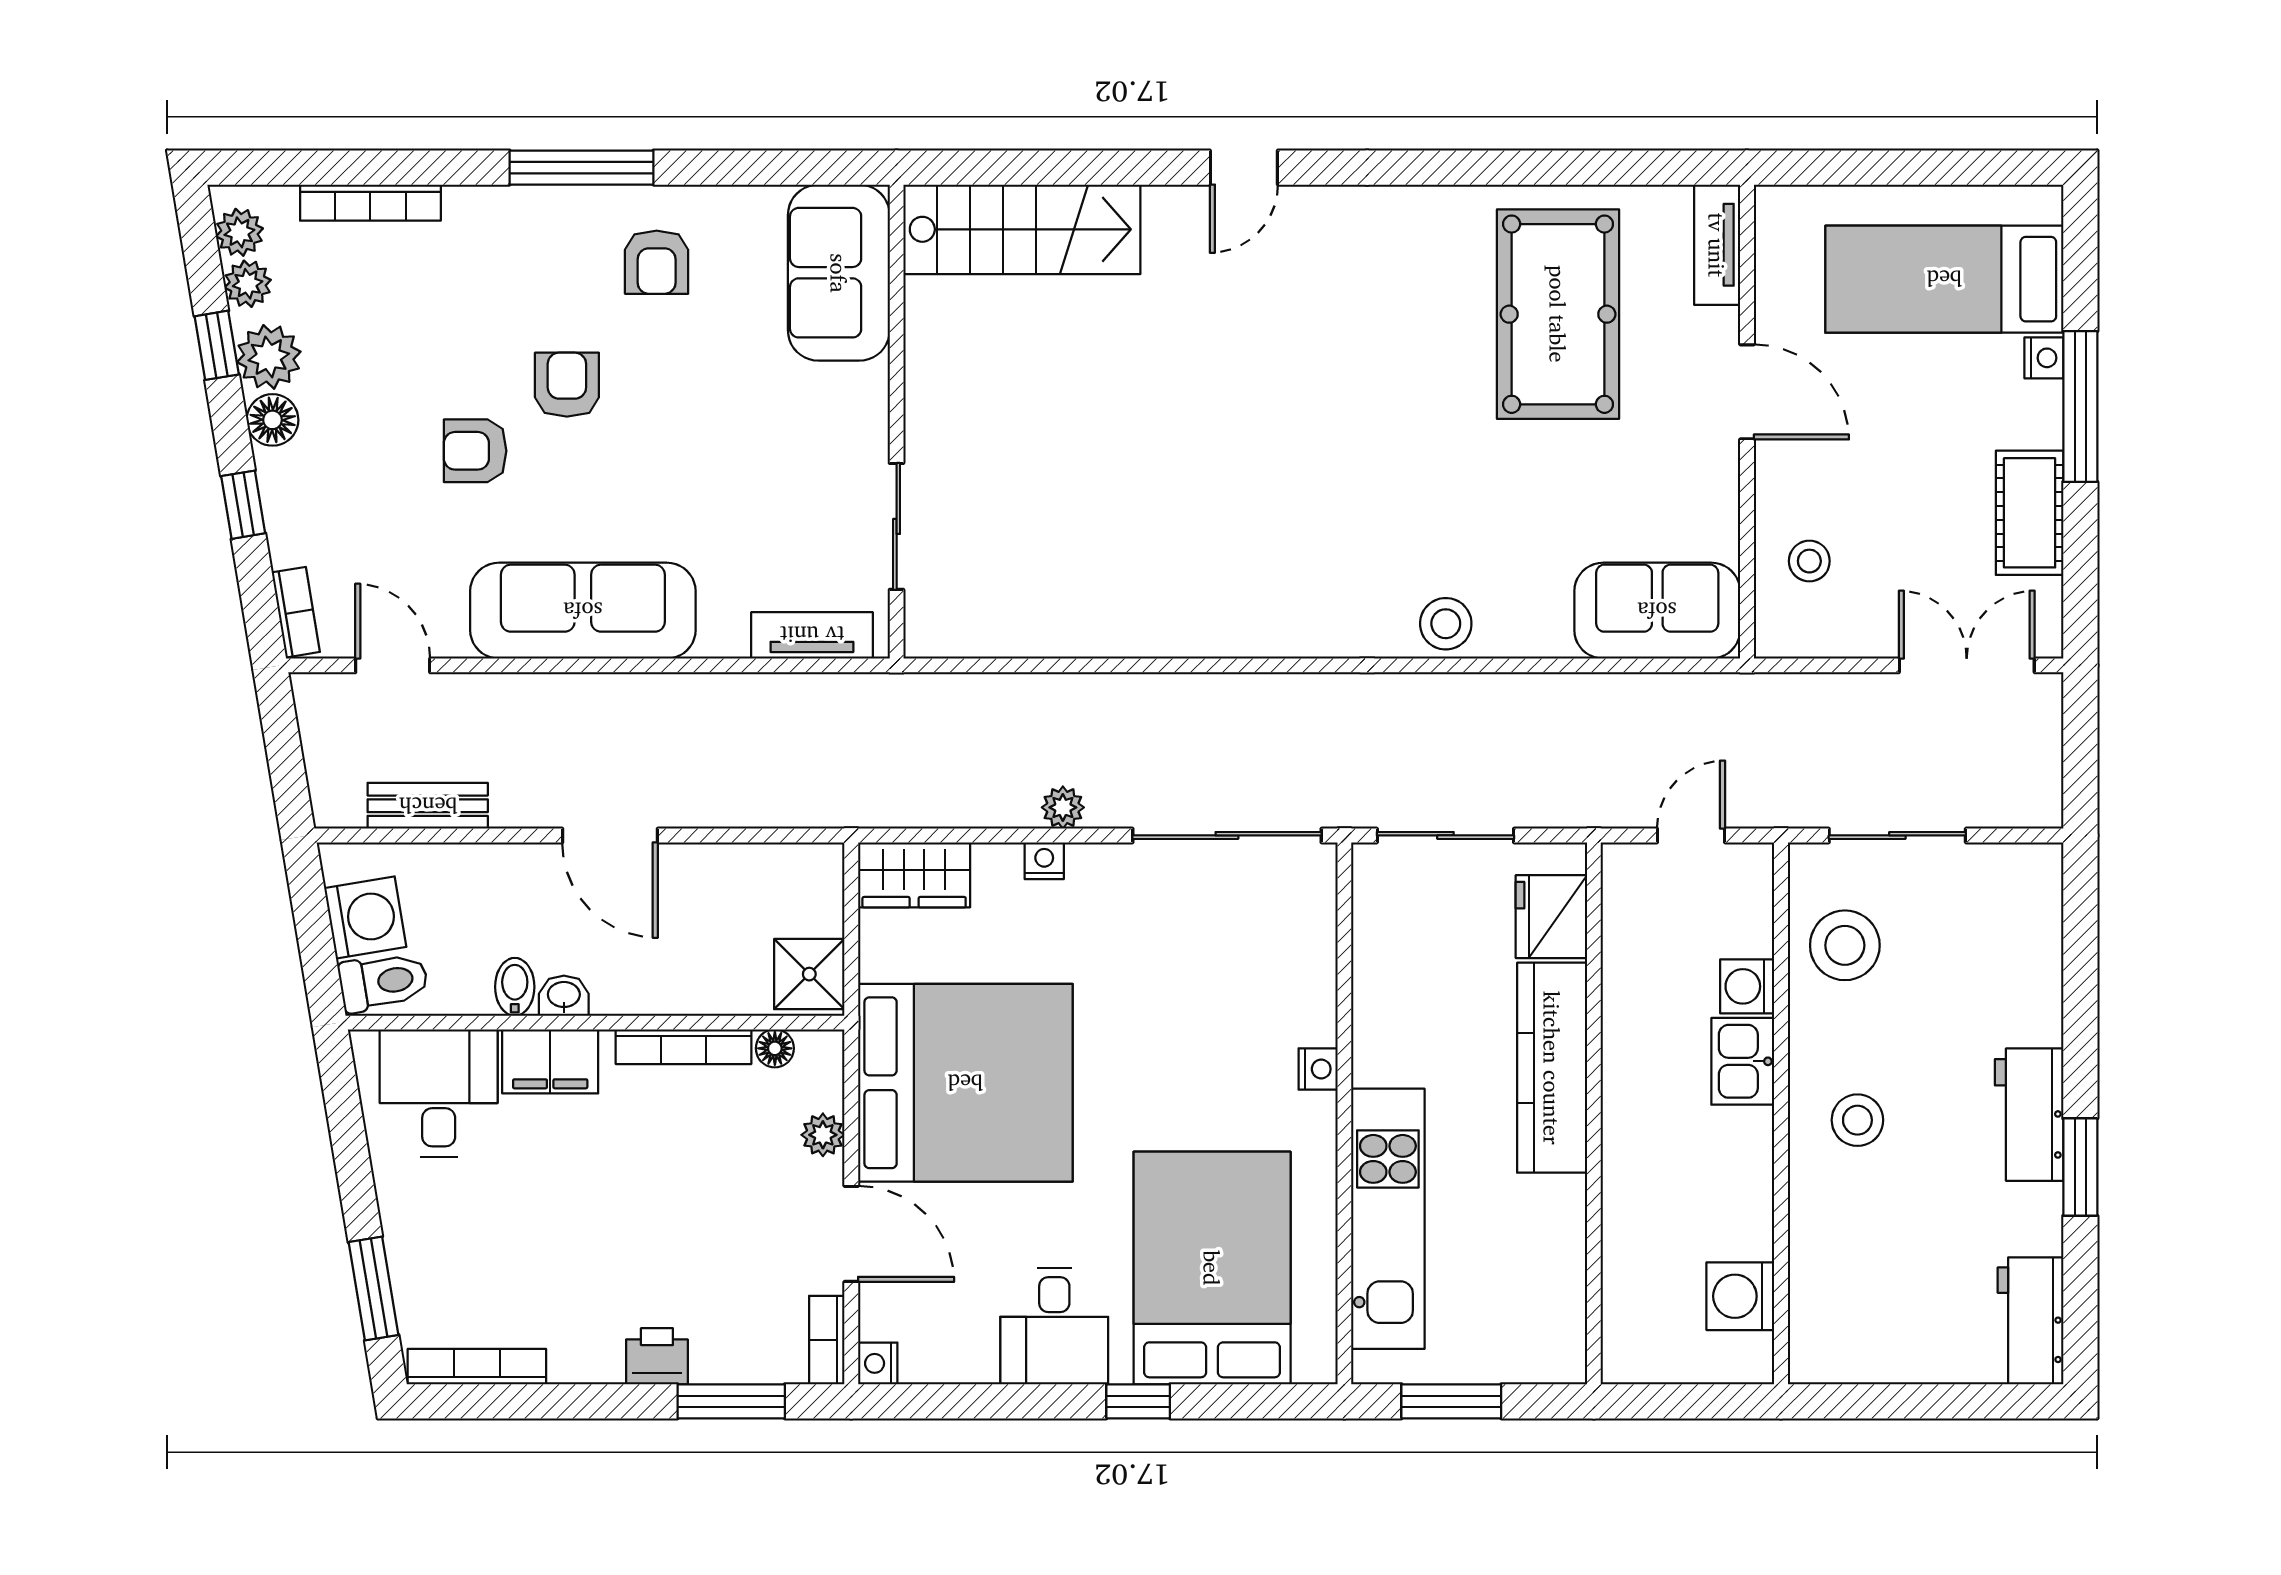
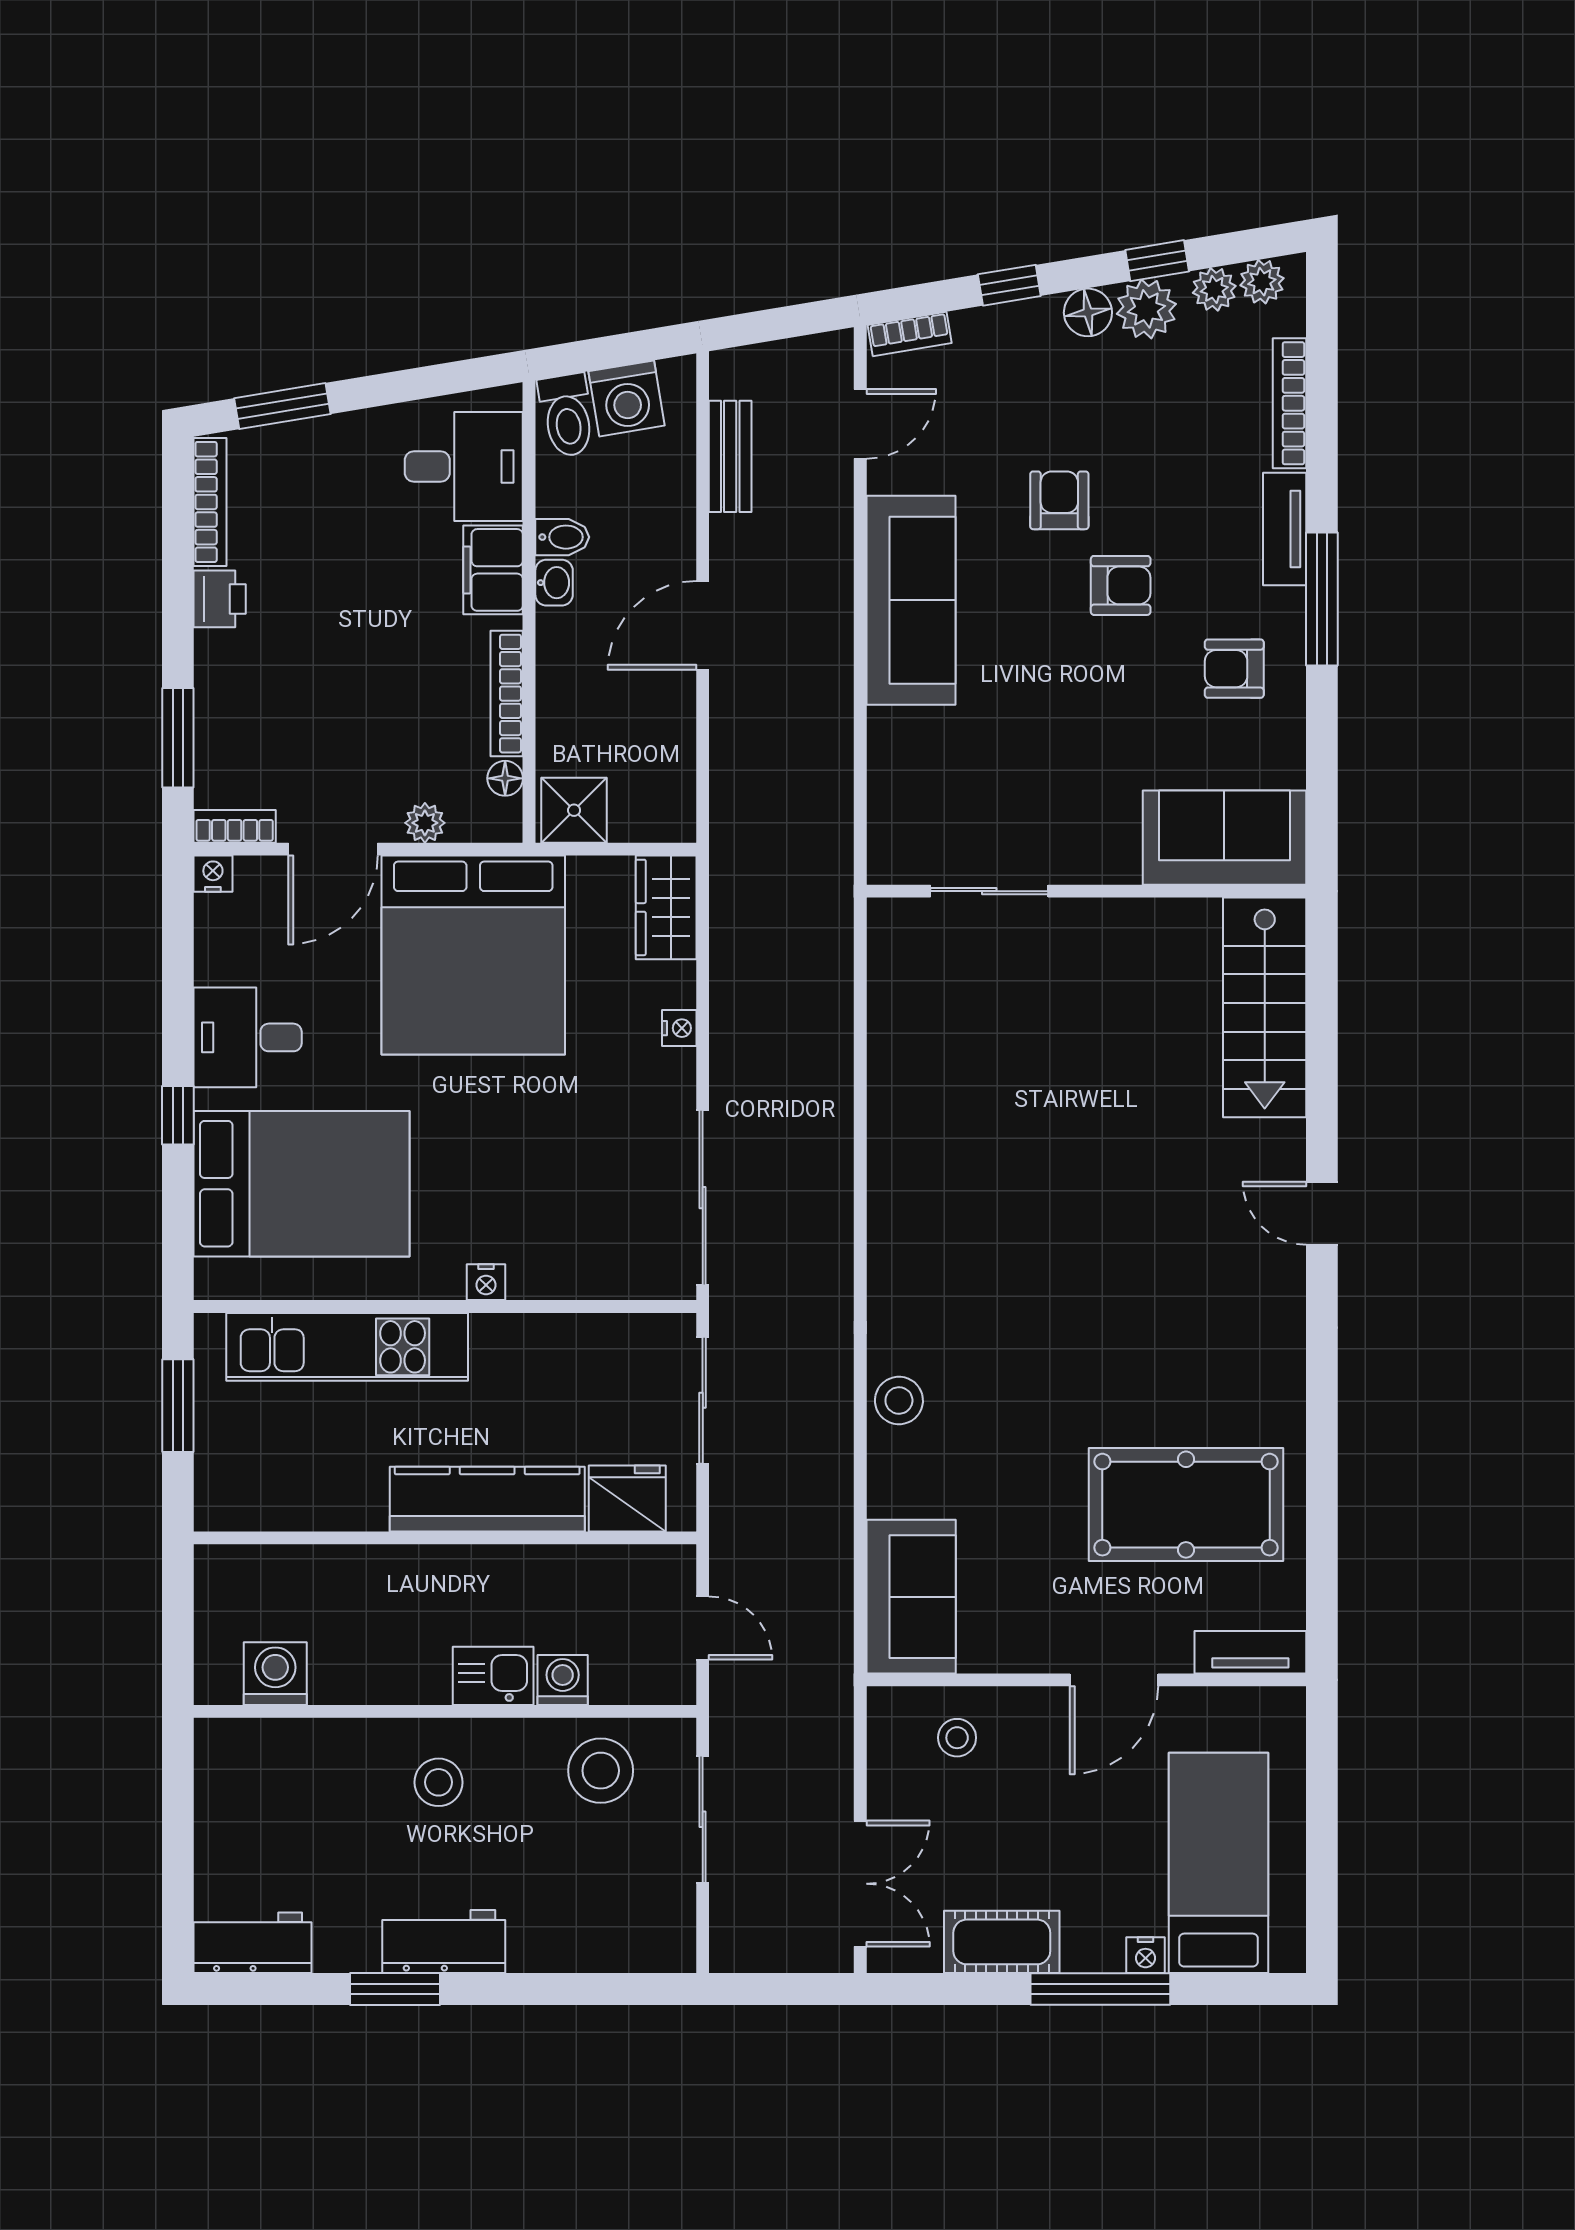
tv unit: (812, 635) -> (1285, 529), moved, turned 180
plant: (1063, 807) -> (729, 1045), removed
printer: (657, 1356) -> (220, 599), moved

